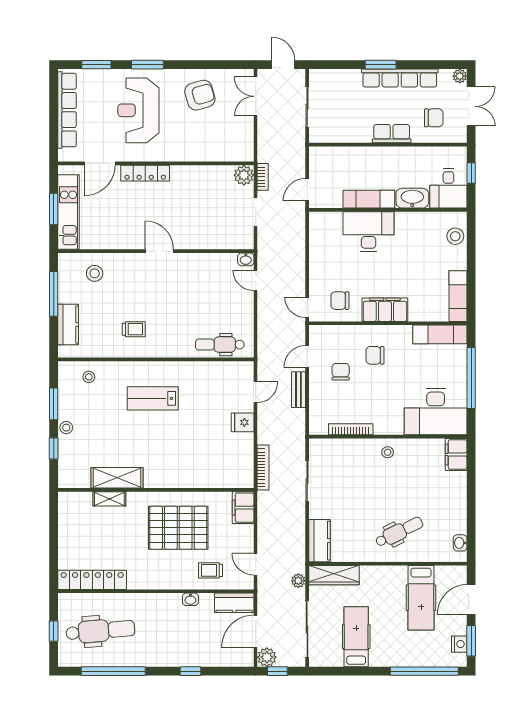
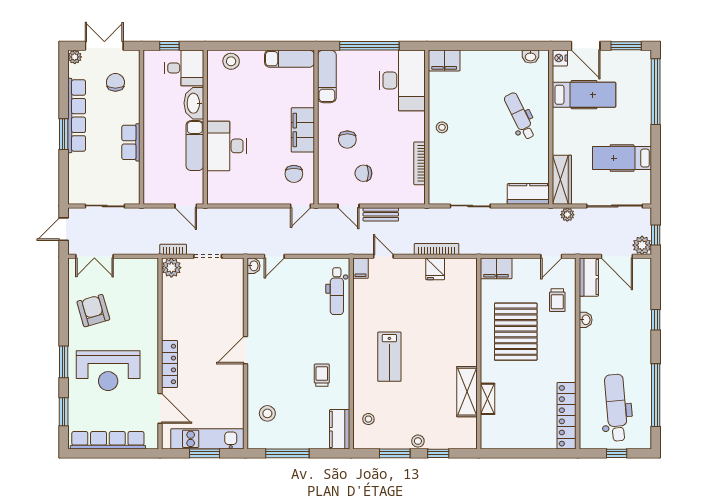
row of seats: (392, 134) -> (131, 142), moved
kitchen counter: (68, 325) -> (340, 429), moved, turned -90
filing cabinet: (243, 369) -> (361, 268), added
fridge: (243, 422) -> (435, 269), moved
bookcase: (263, 468) -> (437, 249), moved
nightstand: (459, 644) -> (560, 58), moved, turned -90

